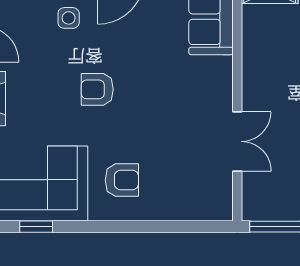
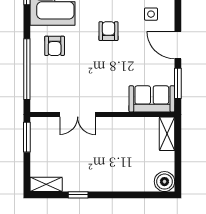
window: (161, 227) -> (27, 69), added

